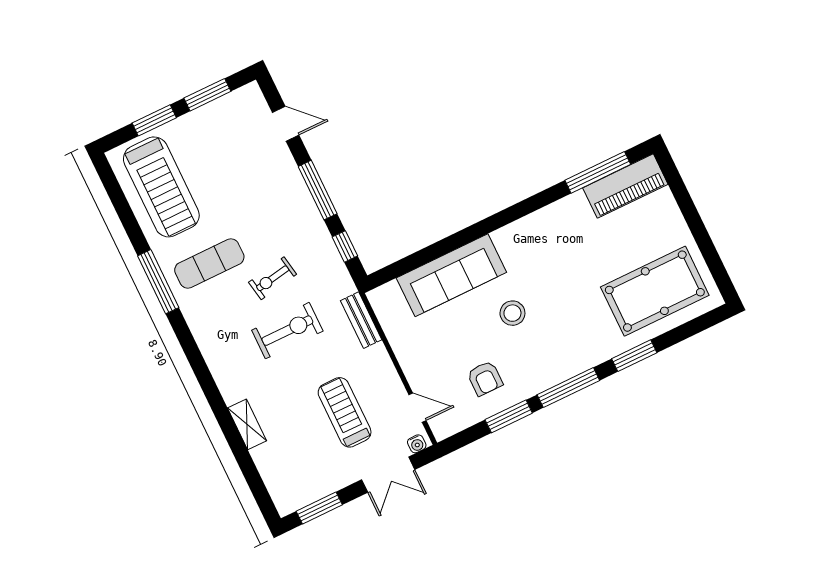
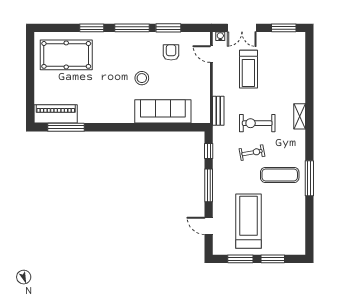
treadmill: (161, 187) -> (249, 221), moved
shelving: (247, 424) -> (300, 116), moved
double door: (388, 475) -> (242, 28), swing flipped

